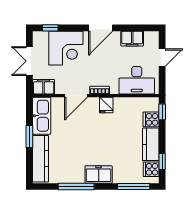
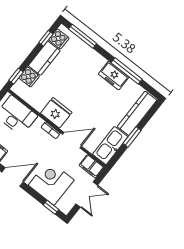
fridge: (106, 105) -> (56, 113), width x1.88, depth x1.34
freezer: (99, 175) -> (114, 76), moved

